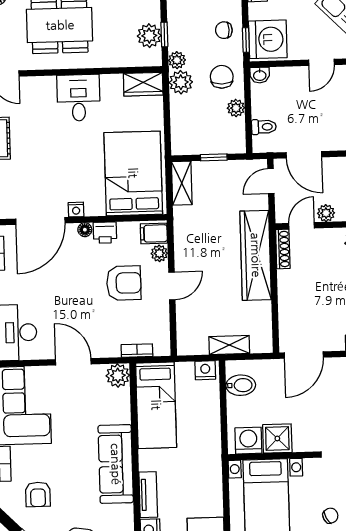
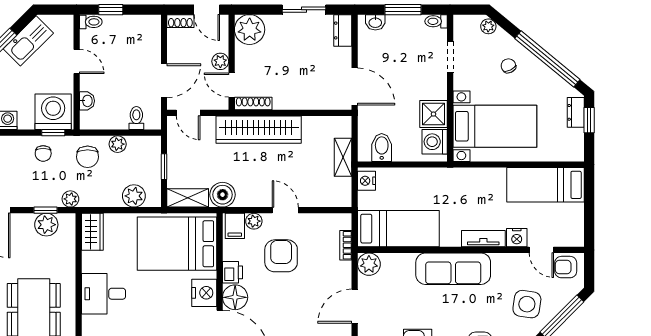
washbasin: (260, 75) -> (87, 101), moved
chair: (222, 77) -> (88, 157), turned -90
plant: (181, 82) -> (134, 196), moved
nightstand: (76, 210) -> (204, 293), width x1.89, depth x1.79
boiler: (186, 220) -> (223, 195), added
floor lamp: (85, 230) -> (235, 297), width x1.89, depth x1.89

